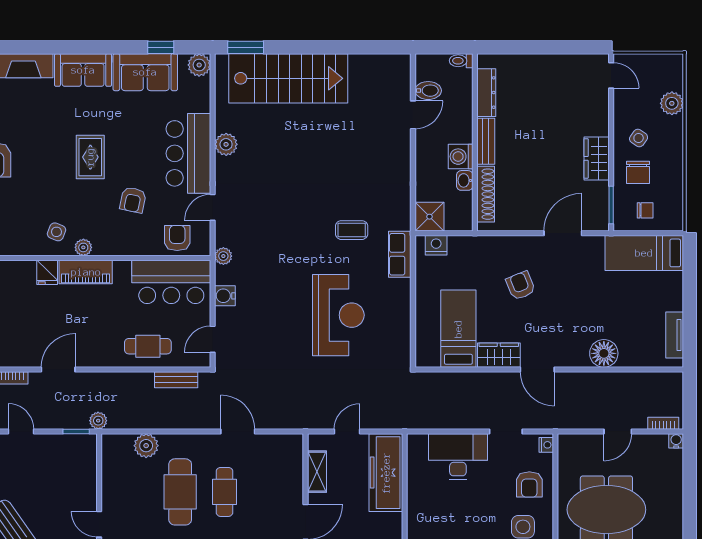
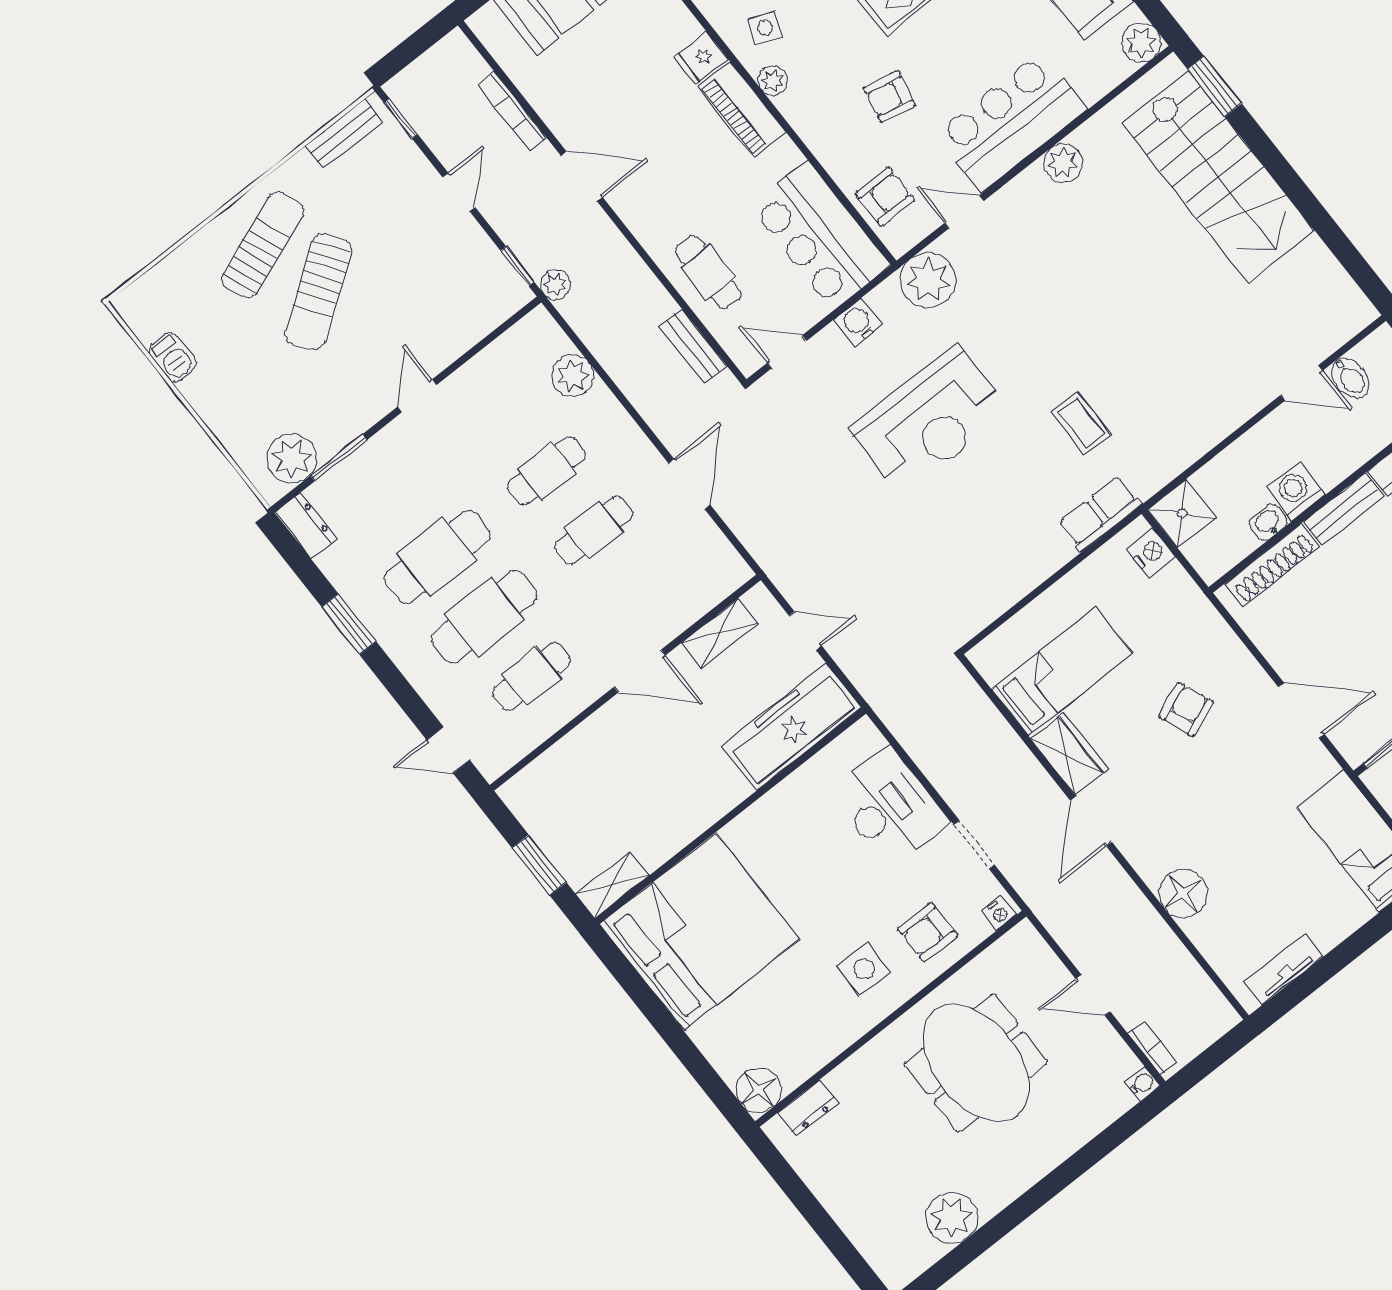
plant: (223, 256) -> (928, 280), width x1.88, depth x1.88
reception desk: (338, 315) -> (930, 420), moved
cafe table: (180, 492) -> (547, 471), width x0.73, depth x0.74

